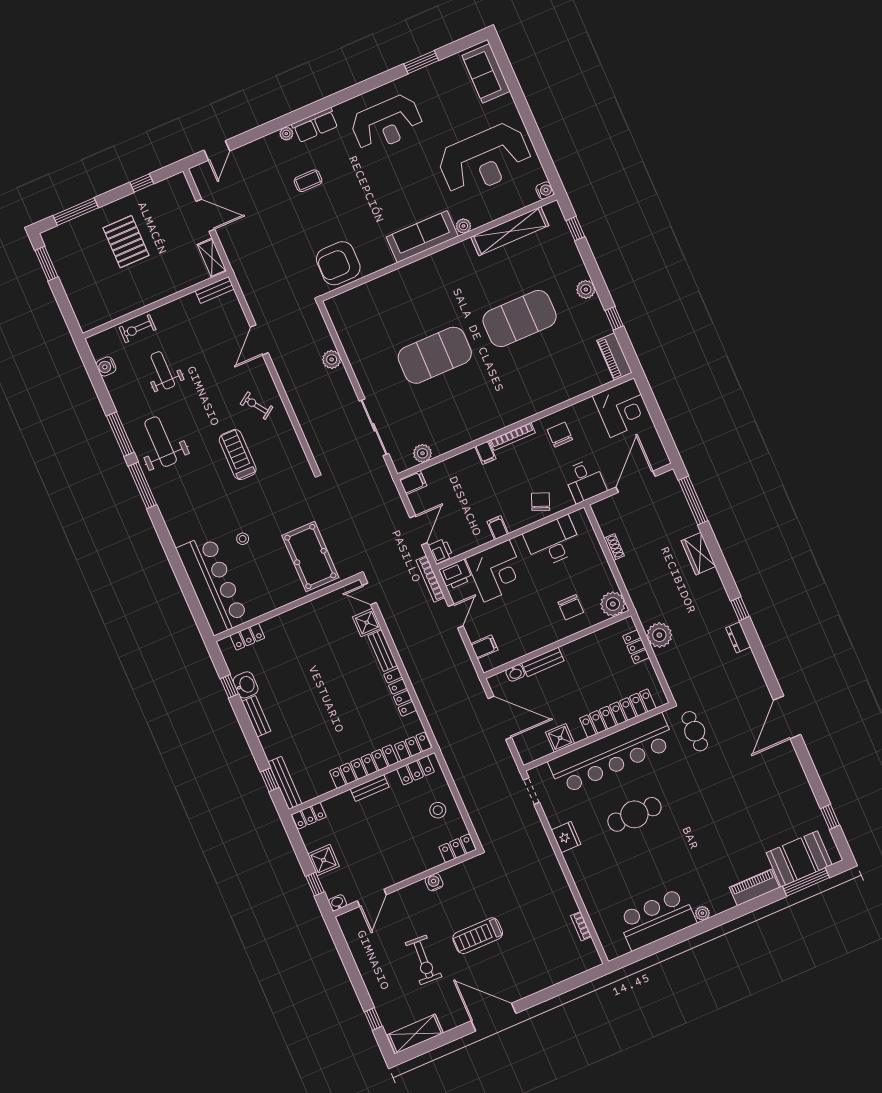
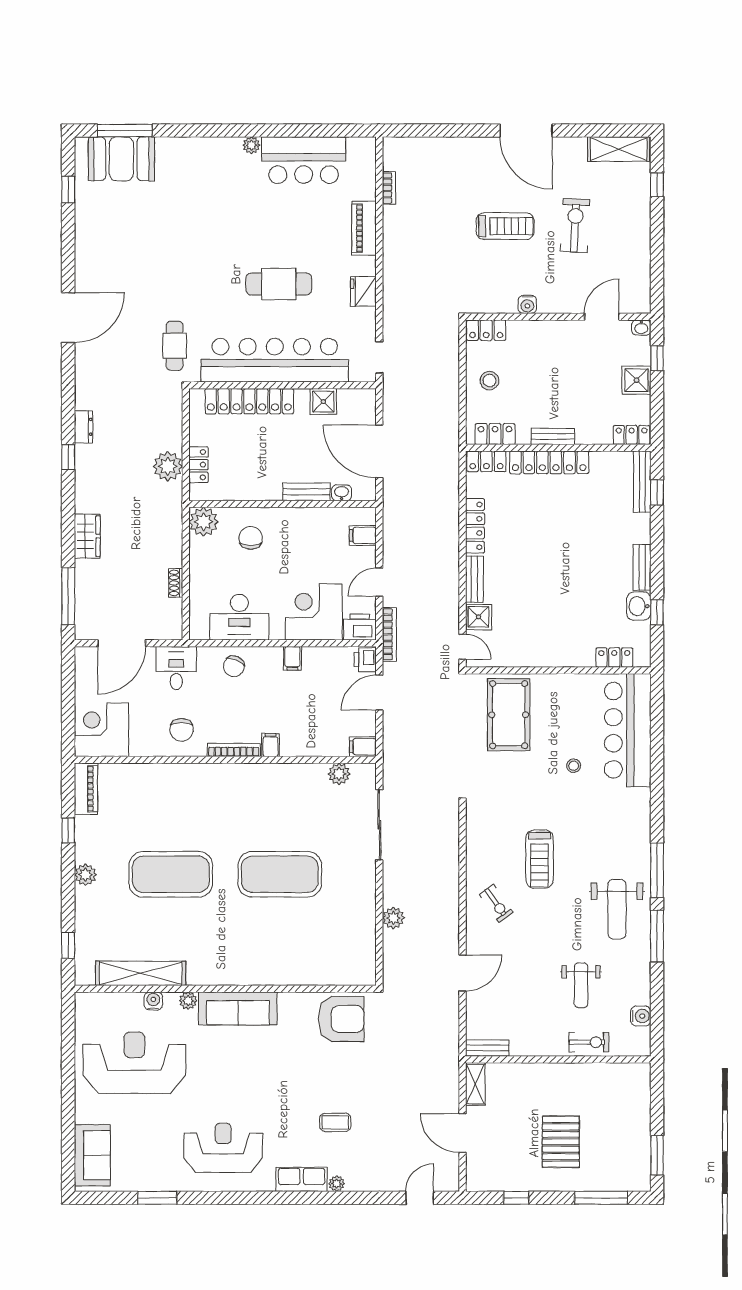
water cooler: (545, 191) -> (153, 1001), moved, turned 90
piano: (754, 887) -> (364, 228), moved, turned 90

